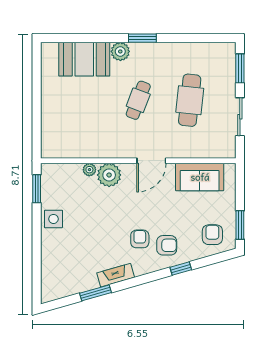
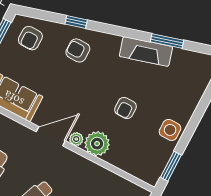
plant: (89, 170) -> (76, 139), moved
armchair: (140, 239) -> (125, 108), moved
fireplace: (116, 275) -> (146, 52), width x1.37, depth x1.32

